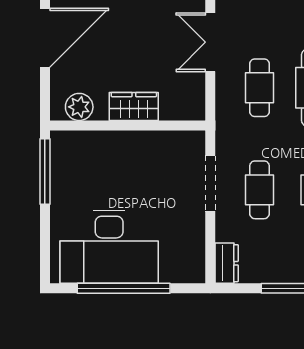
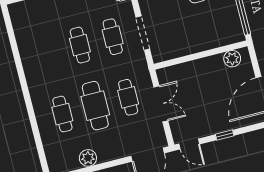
double door: (210, 42) -> (161, 104), moved
wardrobe: (134, 106) -> (200, 67), removed

